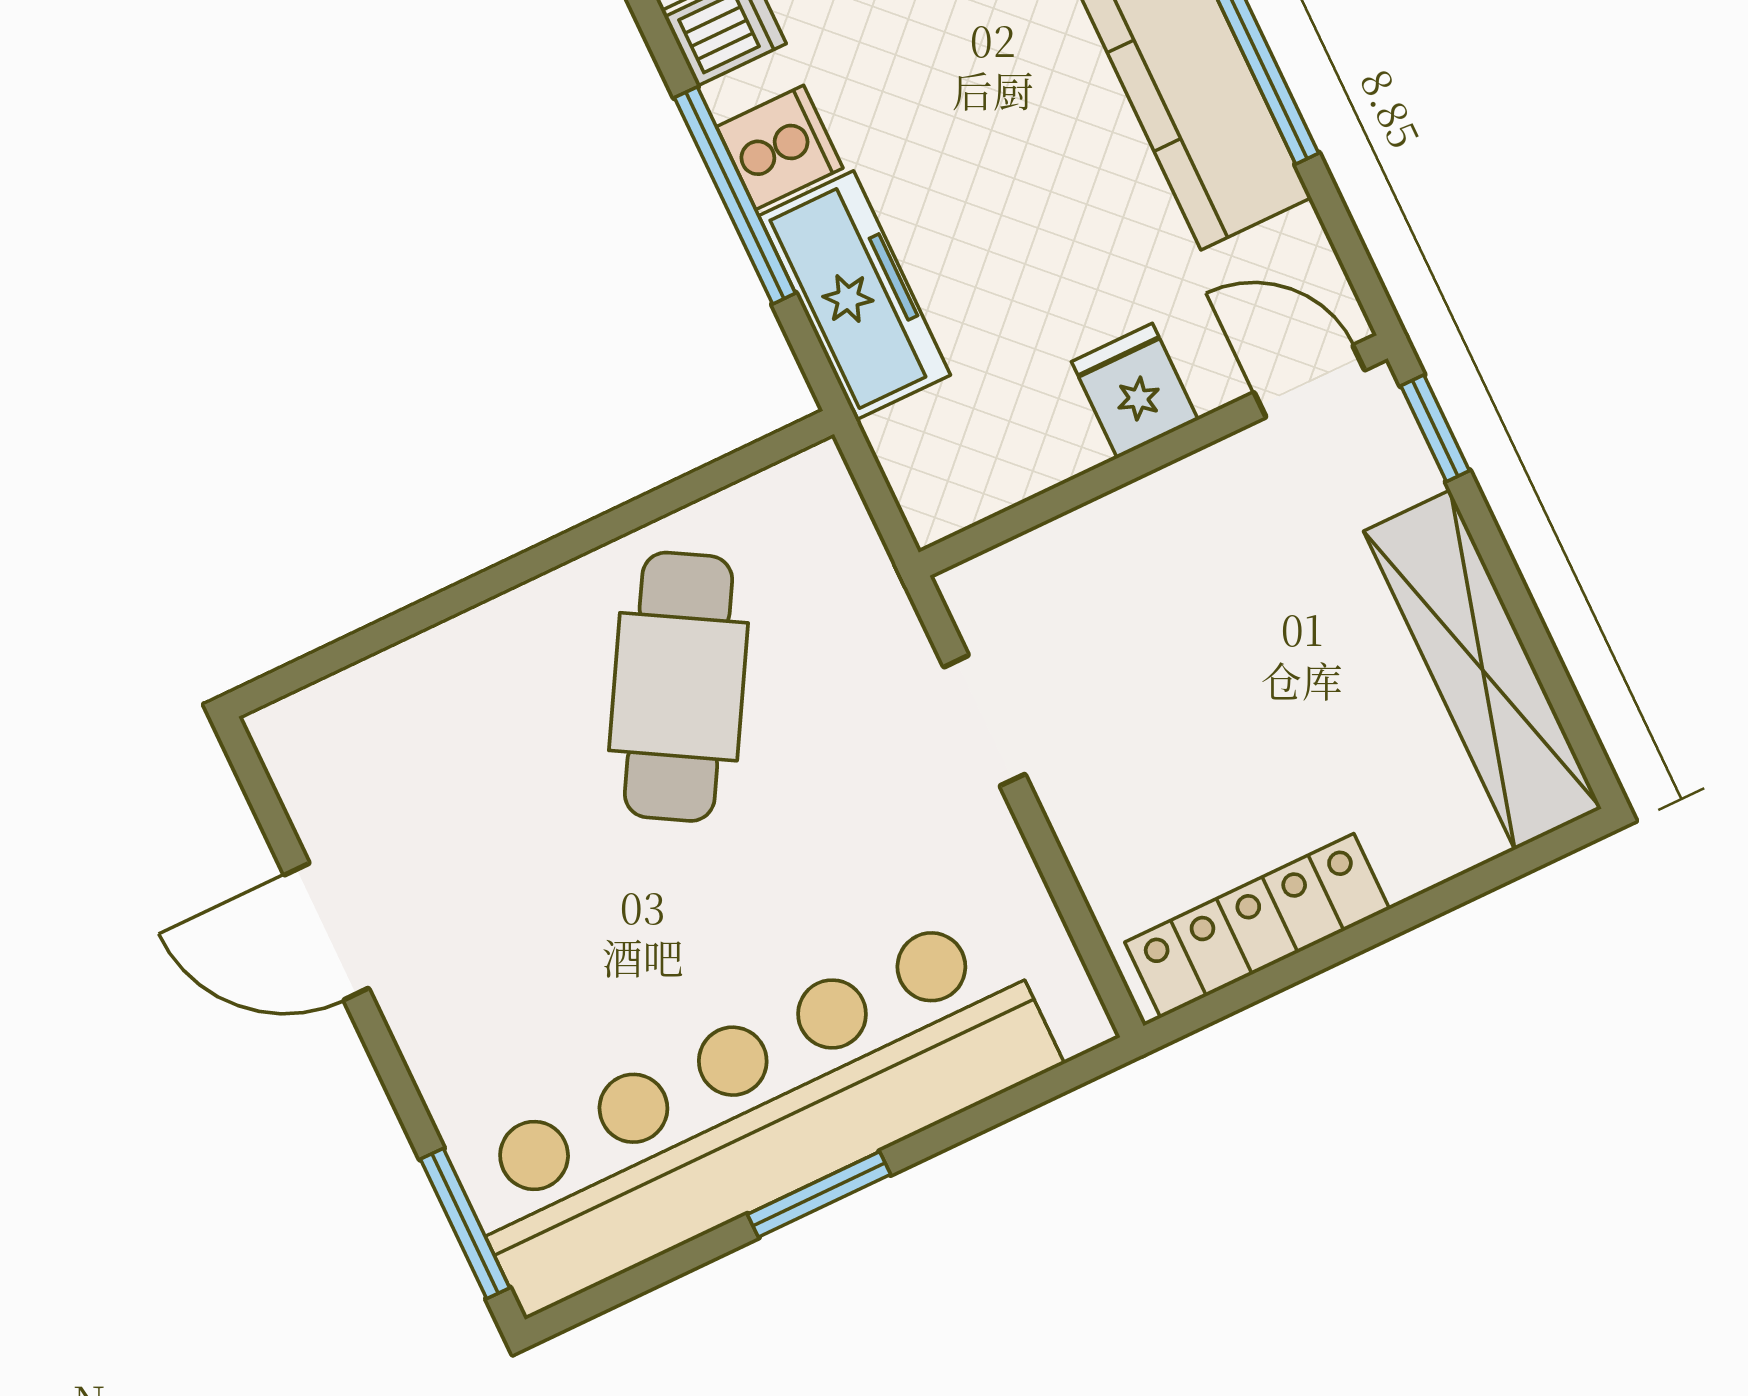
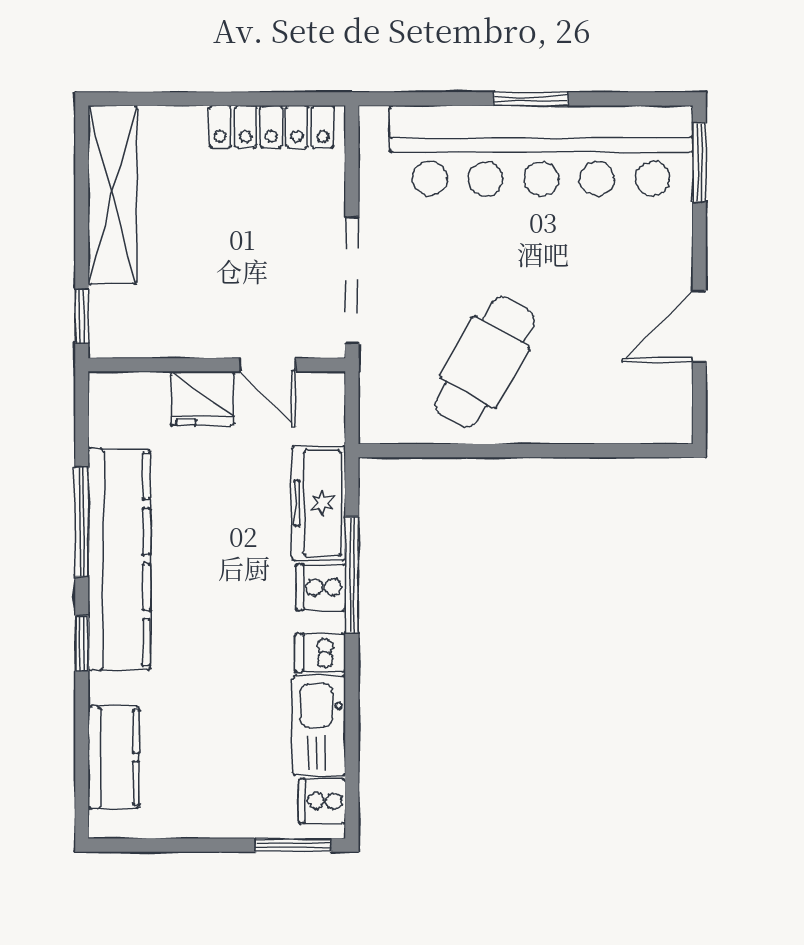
door: (1309, 381) -> (267, 365), moved
fridge: (1135, 391) -> (202, 398), width x1.38
doorway: (984, 721) -> (352, 280), width x1.88
door: (326, 932) -> (699, 326), swing flipped

